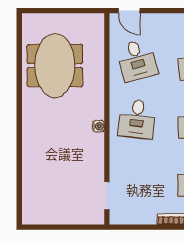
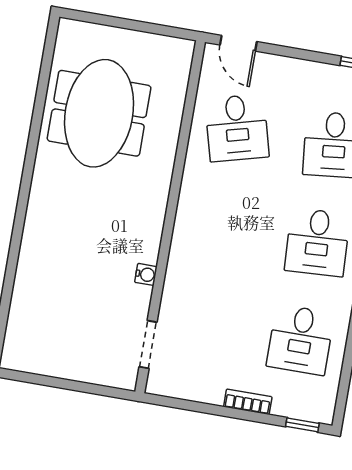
desk: (137, 119) -> (220, 225), removed
water cooler: (98, 126) -> (146, 274), moved

